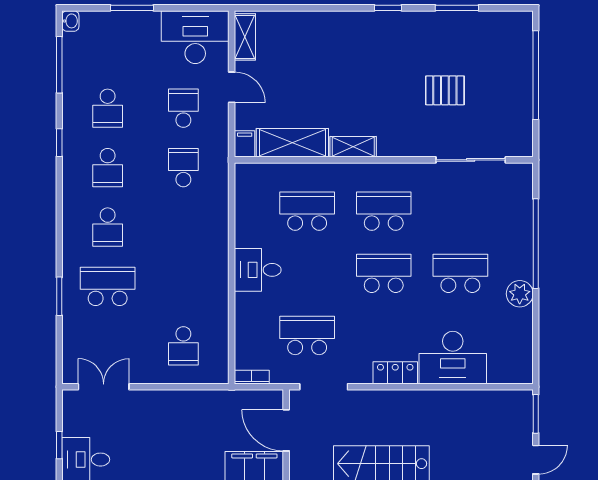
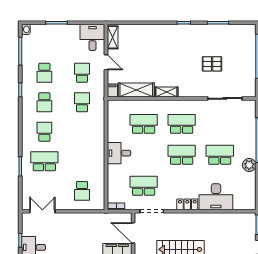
desk: (195, 37) -> (92, 37), width x0.73
school desk: (108, 227) -> (44, 132), turned 180

